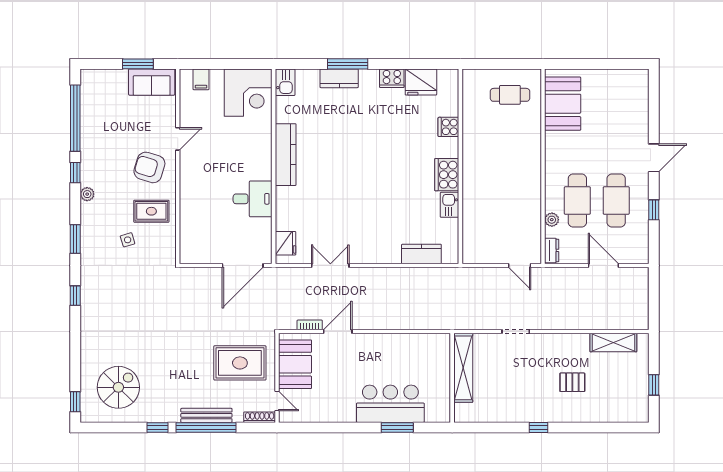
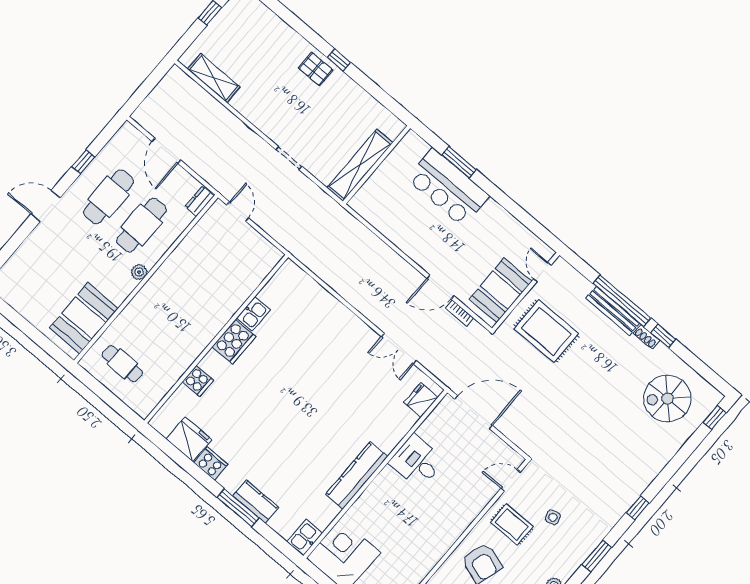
door: (178, 139) -> (511, 480), moved
plant: (552, 220) -> (139, 272), moved
kitchen counter: (421, 254) -> (313, 292), removed
pallet: (572, 382) -> (316, 69), moved
shoe rack: (260, 417) -> (646, 337), moved, width x0.70

